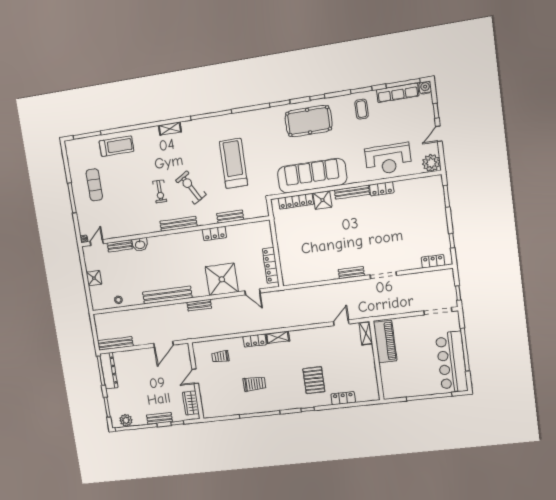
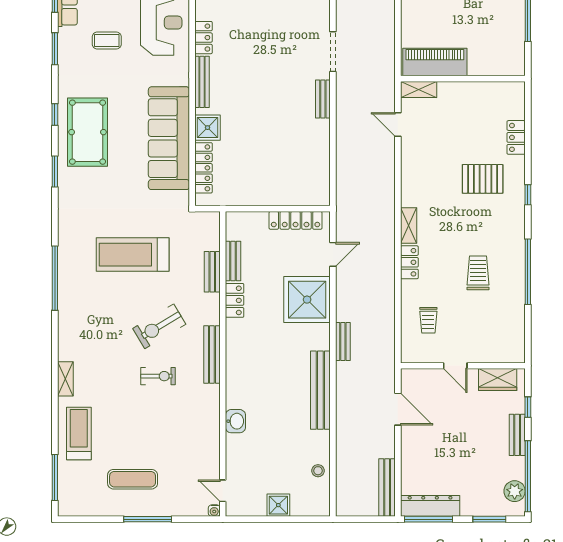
coffee table: (362, 109) -> (107, 41), moved
shelving: (170, 129) -> (65, 379), moved
bench: (120, 246) -> (233, 261), moved

